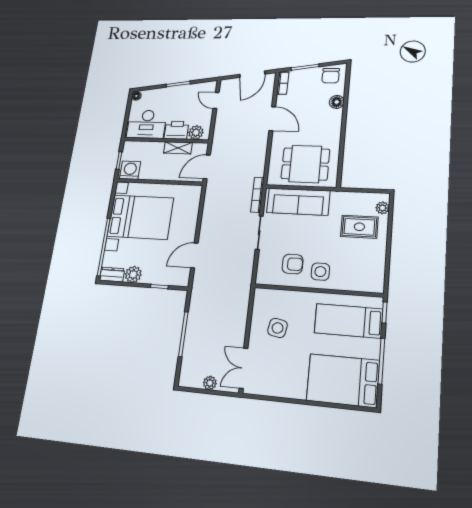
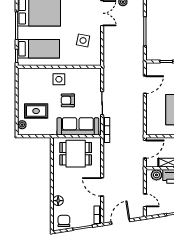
armchair: (293, 264) -> (68, 100), moved

